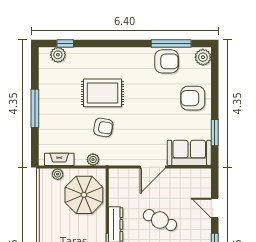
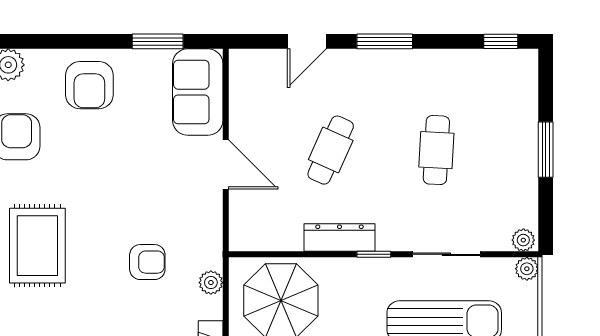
rug: (102, 93) -> (37, 246), moved
armchair: (103, 127) -> (147, 262), turned 80

